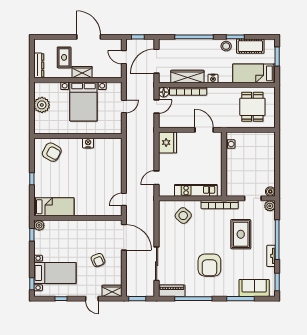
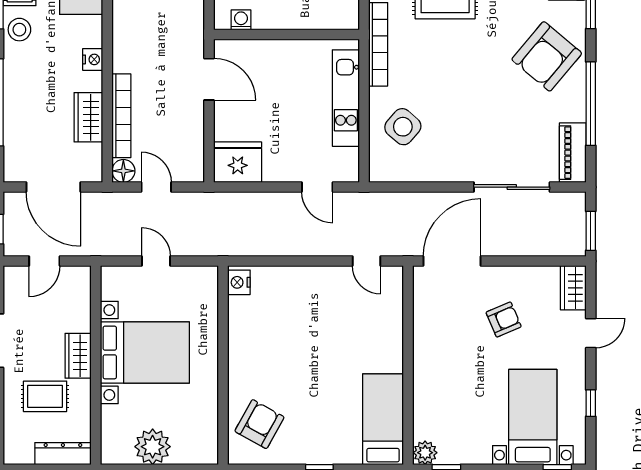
wardrobe: (187, 77) -> (88, 117), width x0.67
door: (204, 130) -> (209, 79), swing flipped
nightstand: (88, 143) -> (239, 282), moved
armchair: (209, 265) -> (547, 56), moved, turned 130

